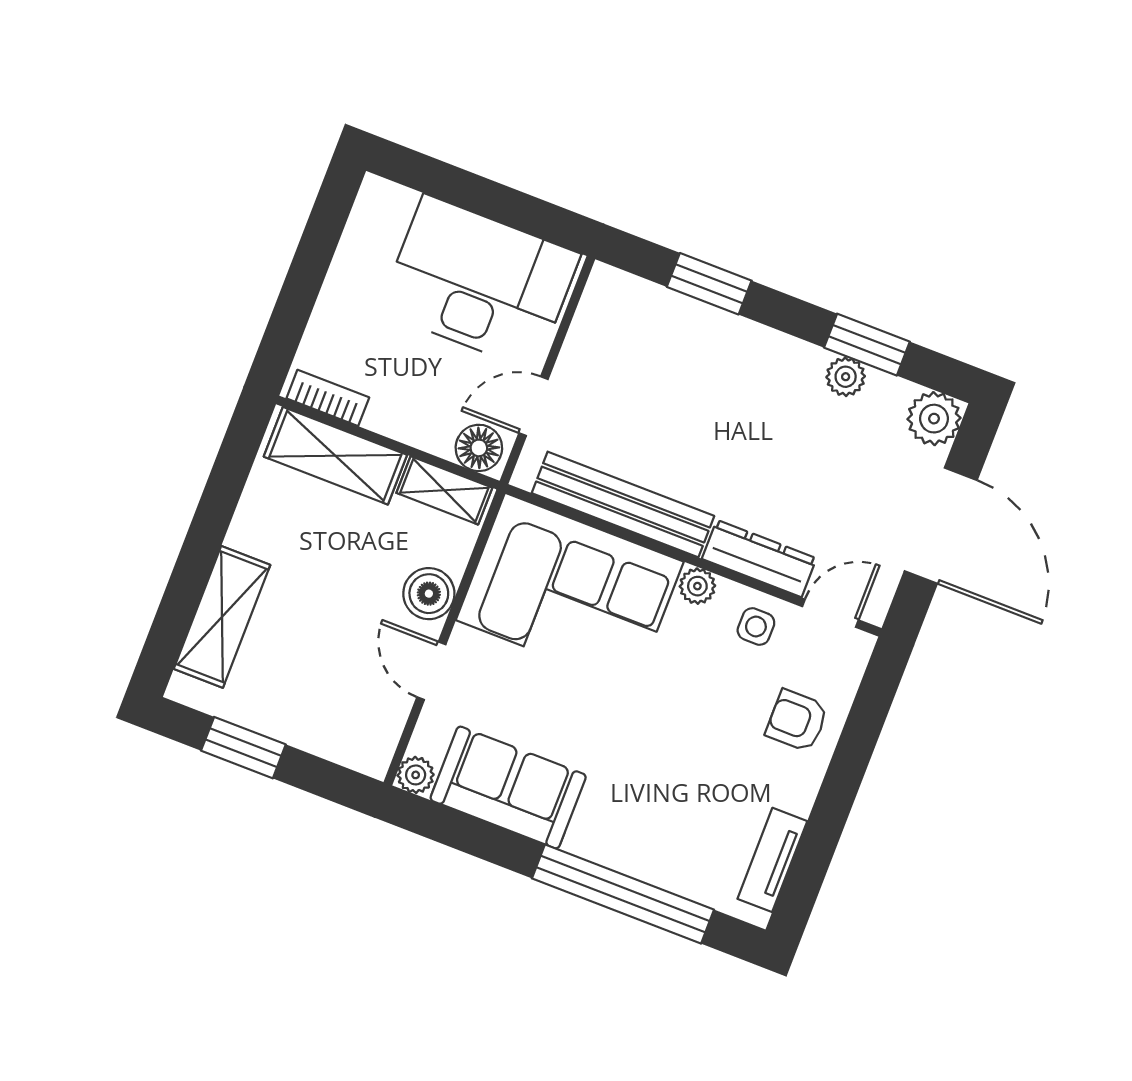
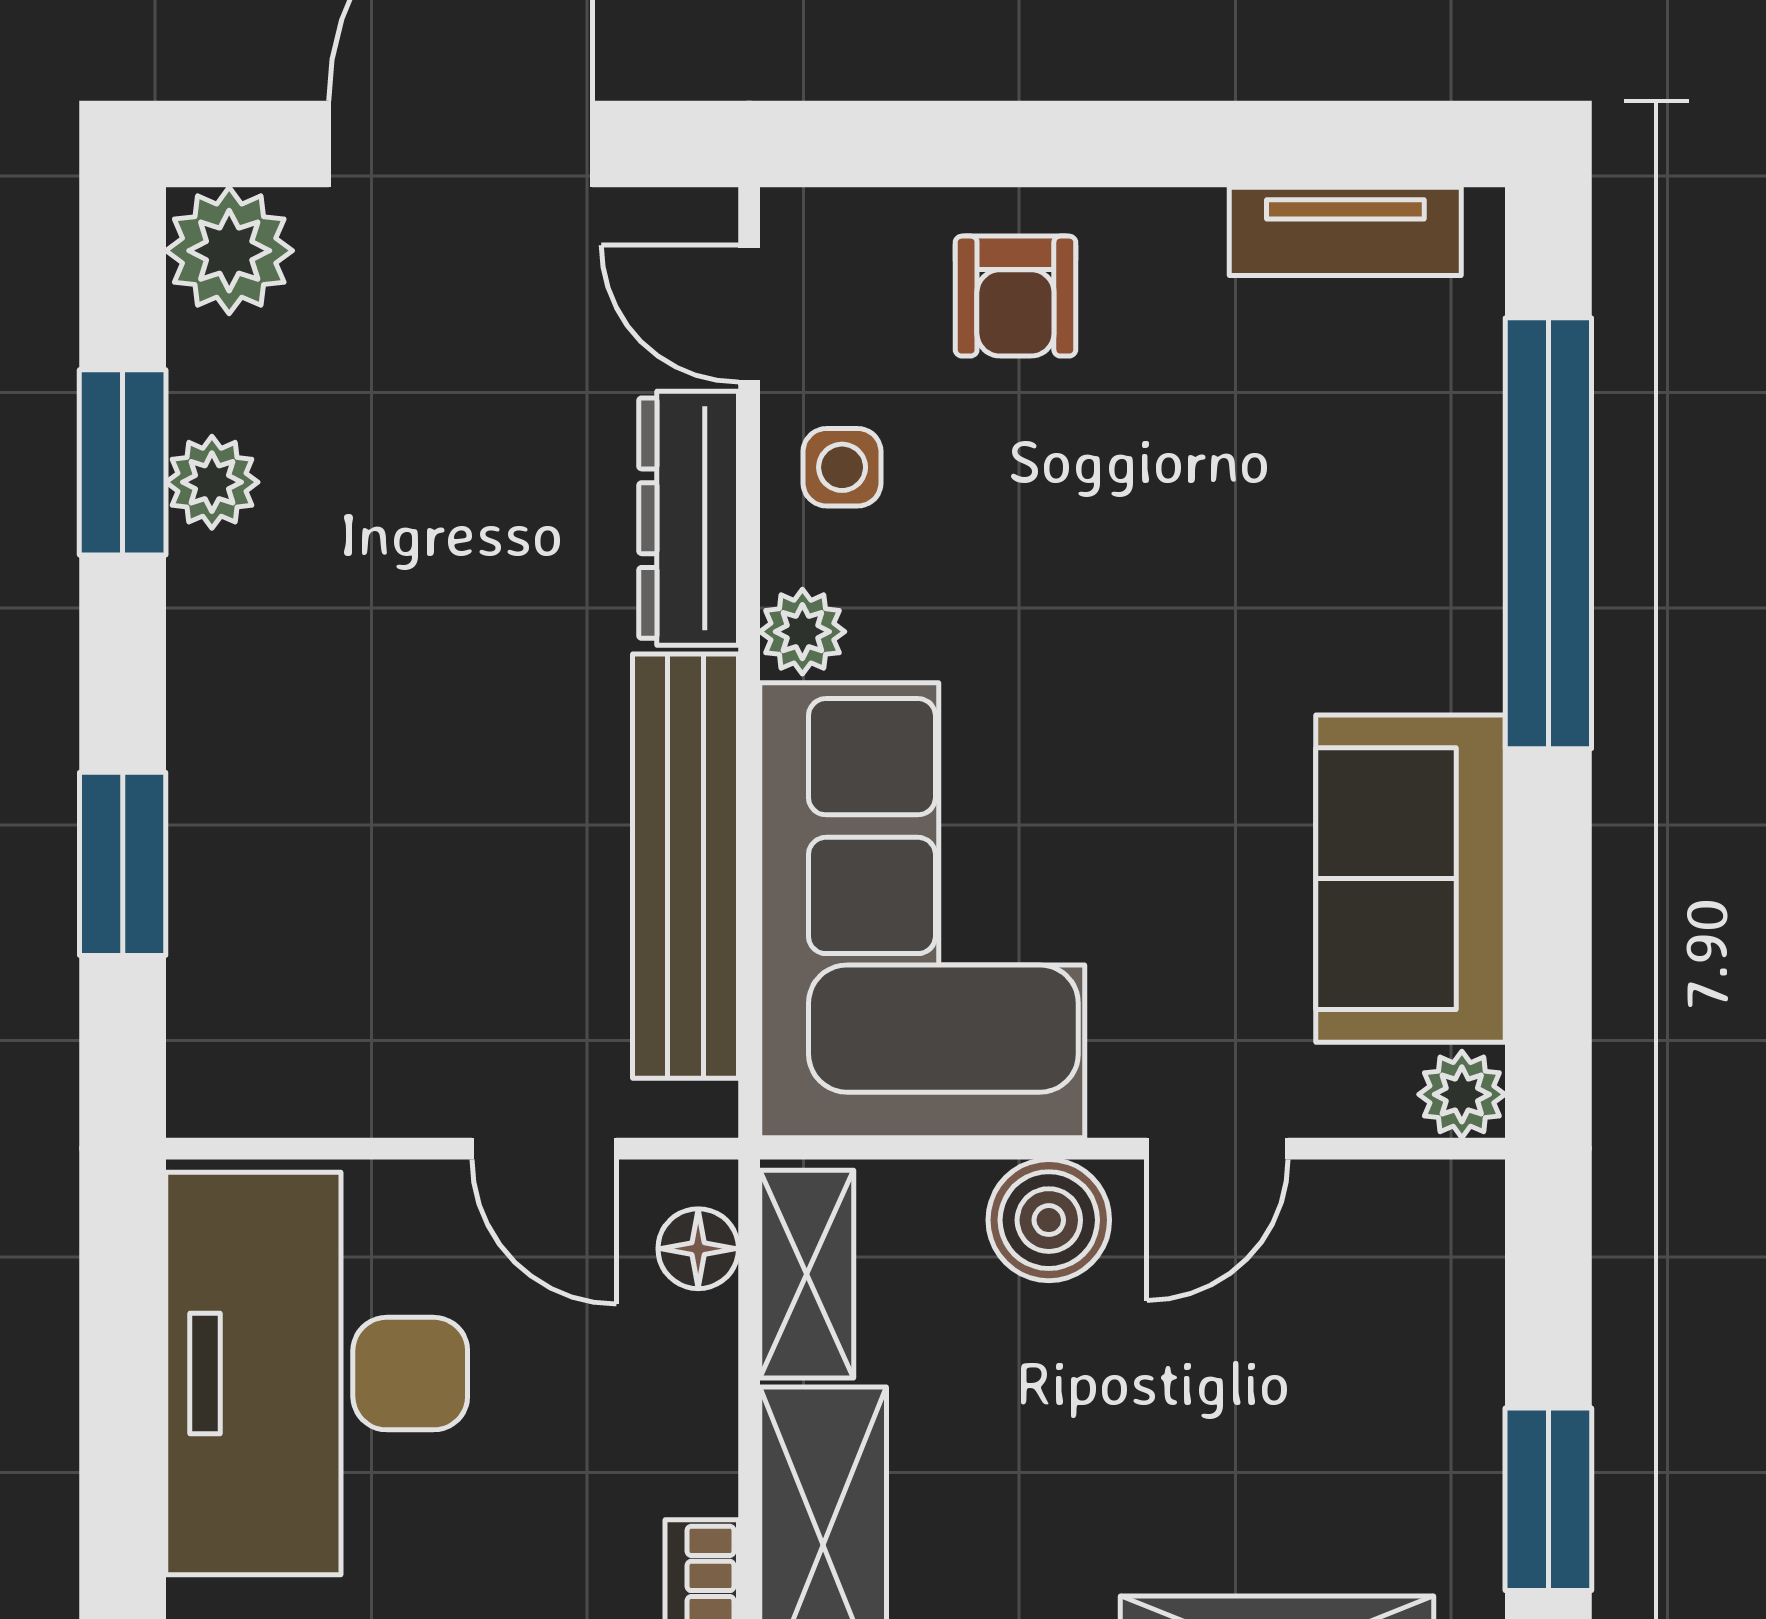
floor lamp: (479, 448) -> (698, 1249), width x0.73, depth x0.73

